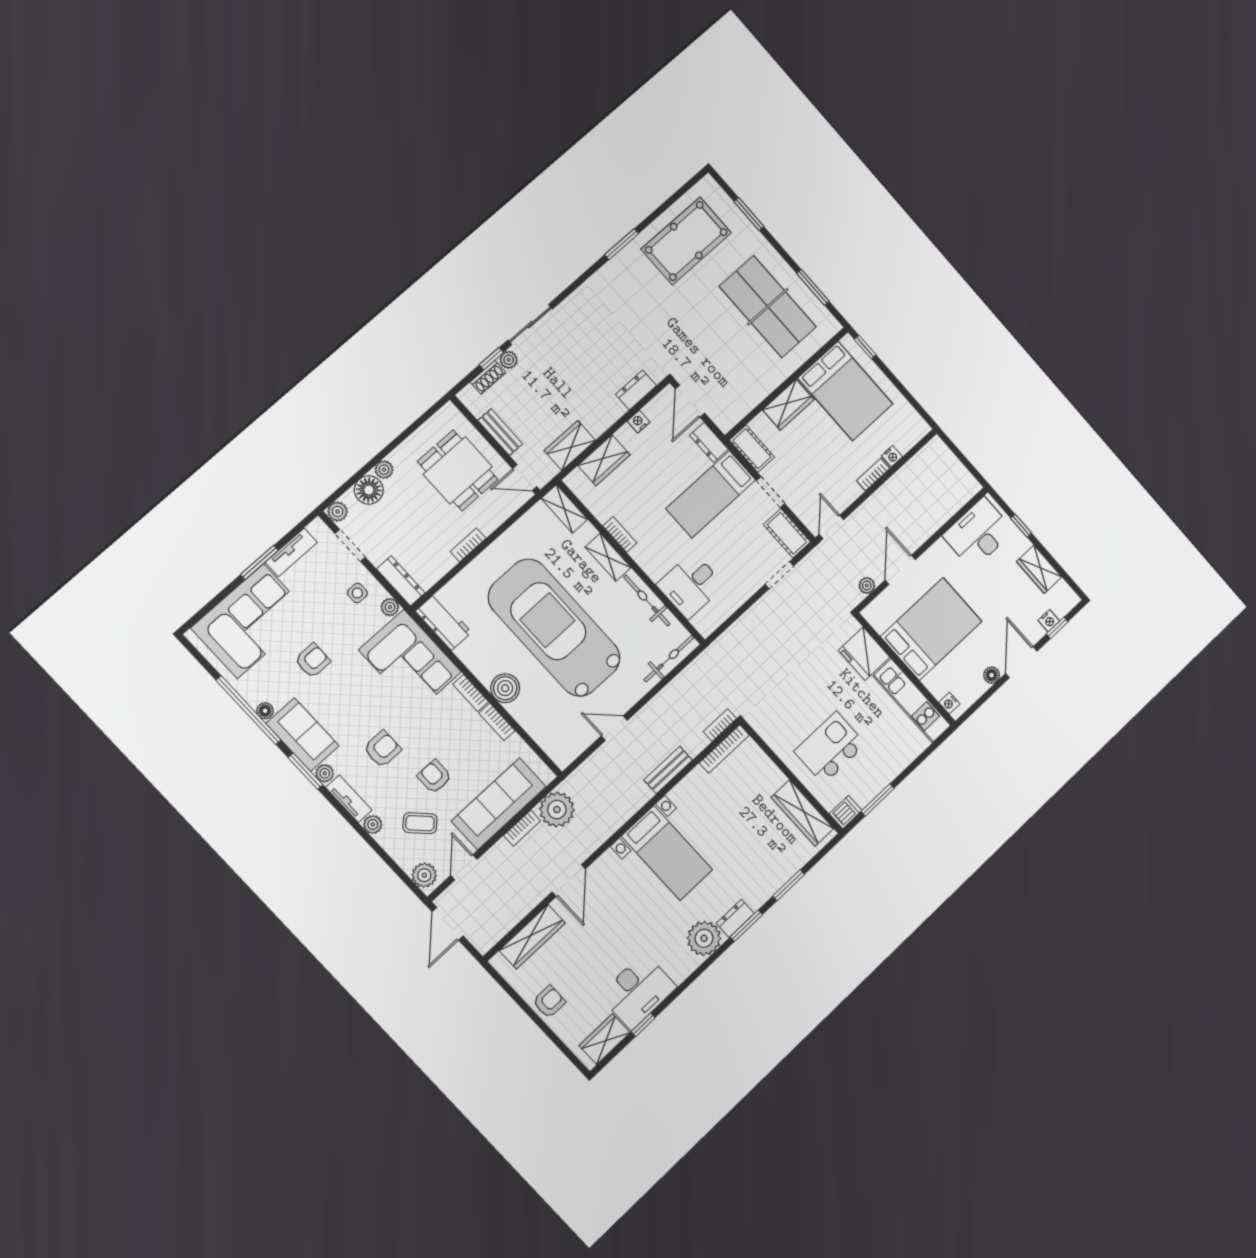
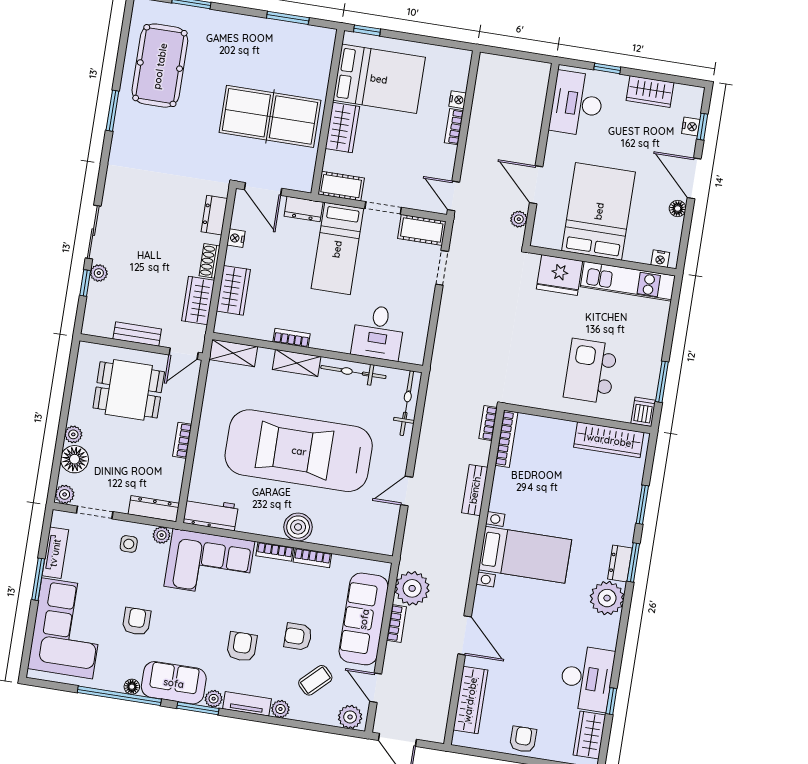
table tennis table: (768, 307) -> (270, 116), moved
shoe rack: (488, 377) -> (210, 261), moved, turned 180

